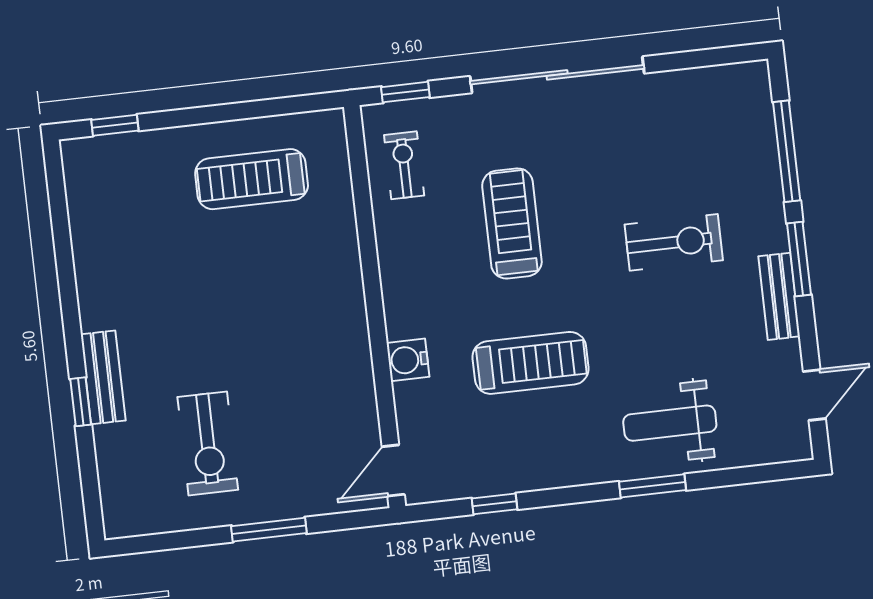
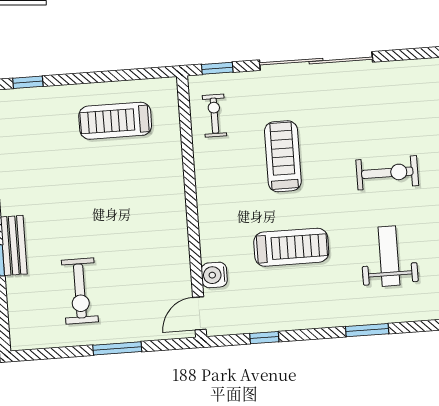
water cooler: (408, 360) -> (214, 275), moved
weight bench: (670, 423) -> (389, 256), moved, turned 90

